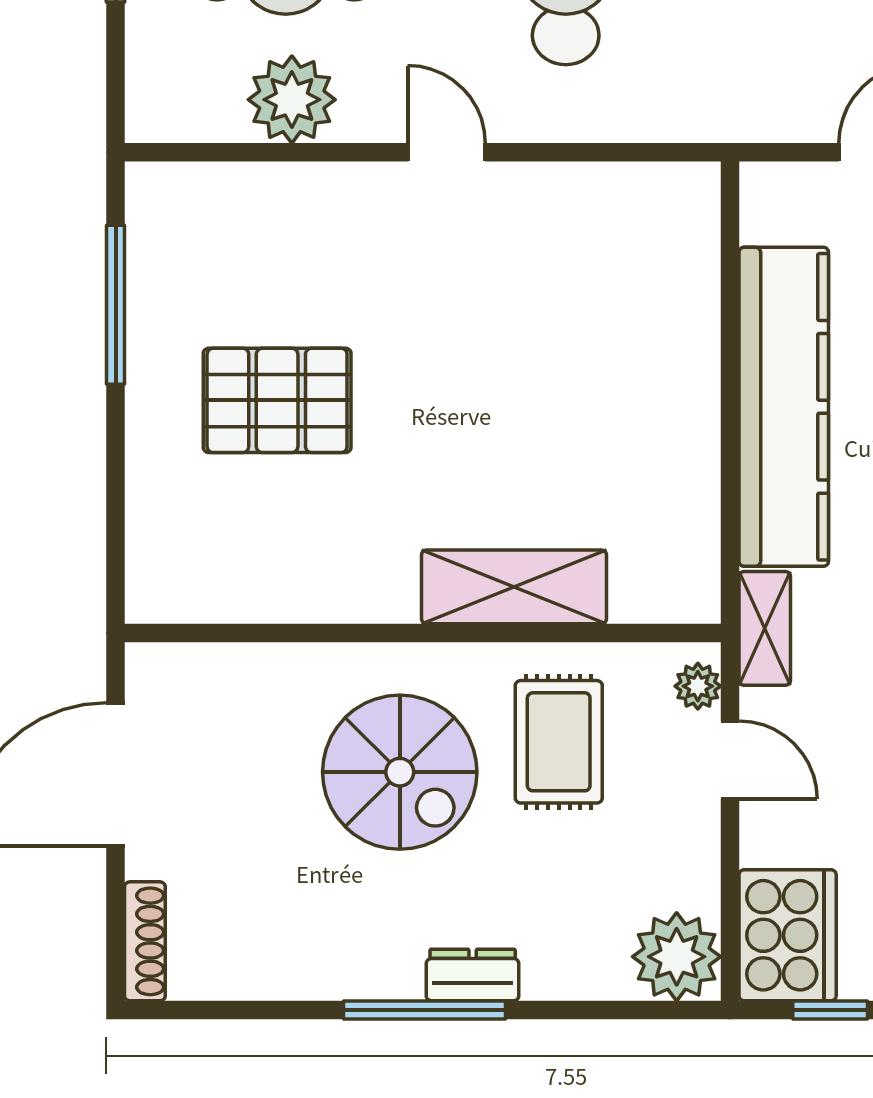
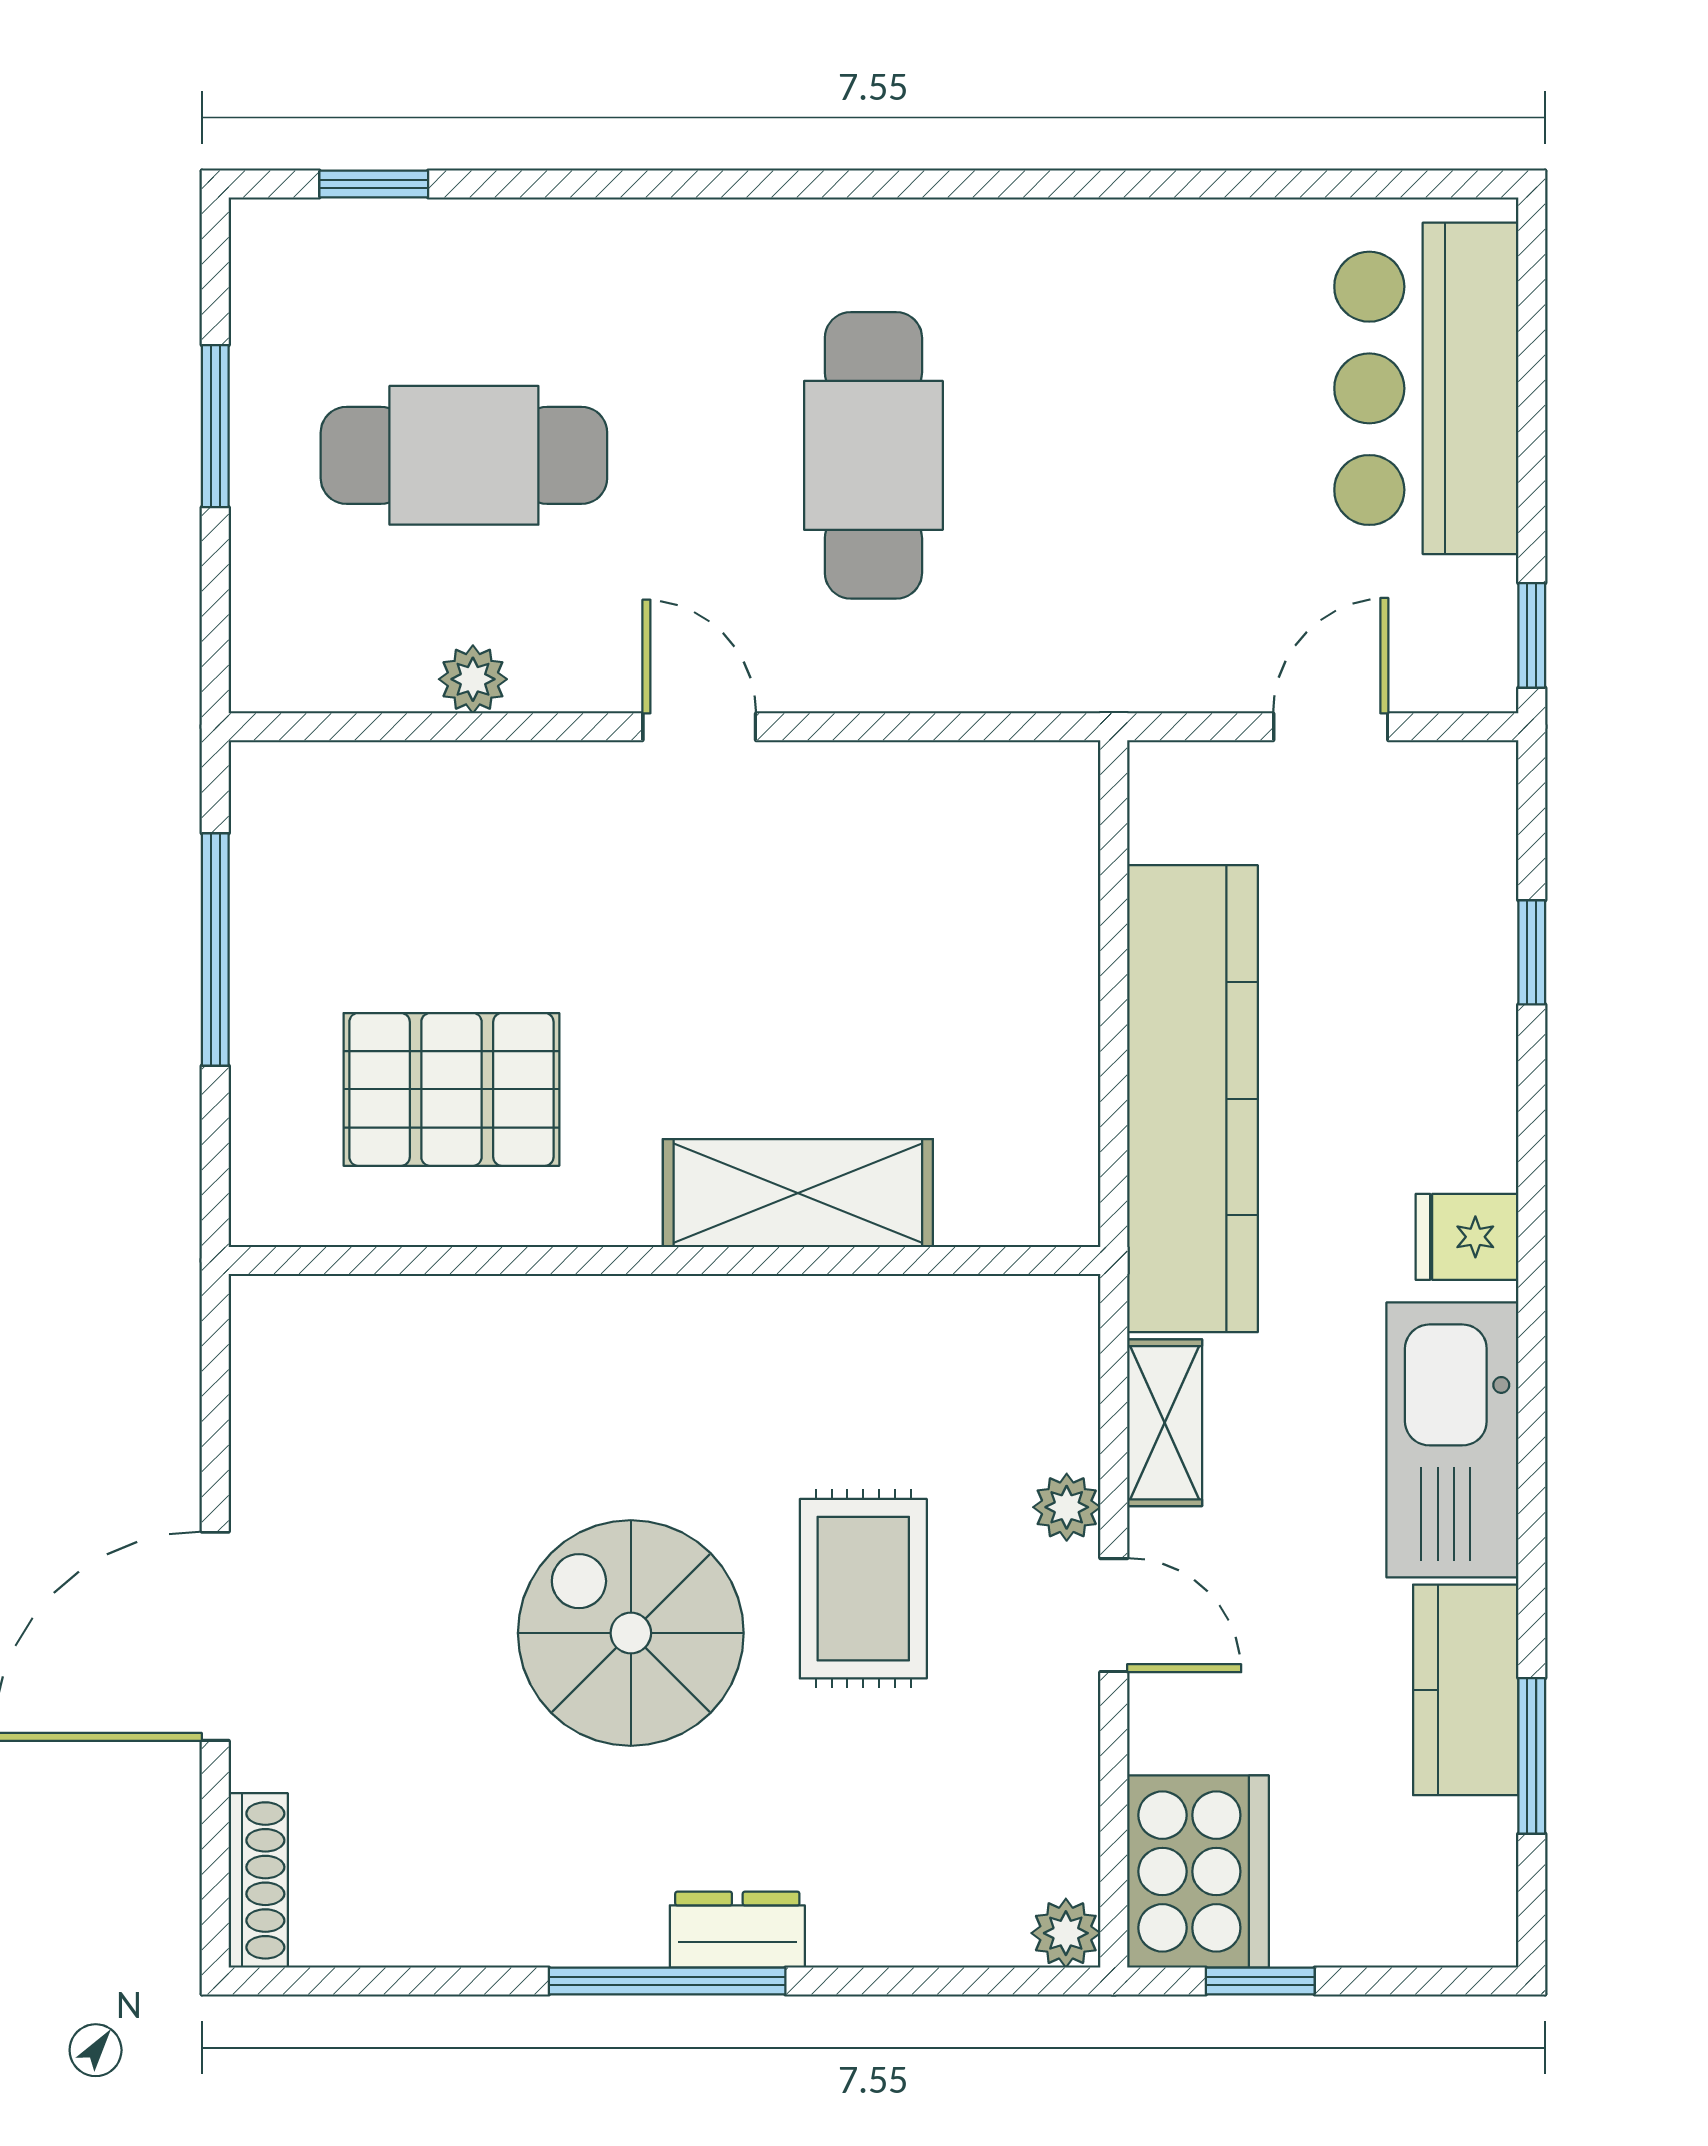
plant: (292, 100) -> (473, 679), width x0.53, depth x0.53
shelving: (514, 587) -> (798, 1193), moved
wall: (423, 633) -> (664, 1260), moved
spiral stairs: (400, 772) -> (631, 1633), turned 180
plant: (677, 957) -> (1066, 1933), width x0.53, depth x0.53

